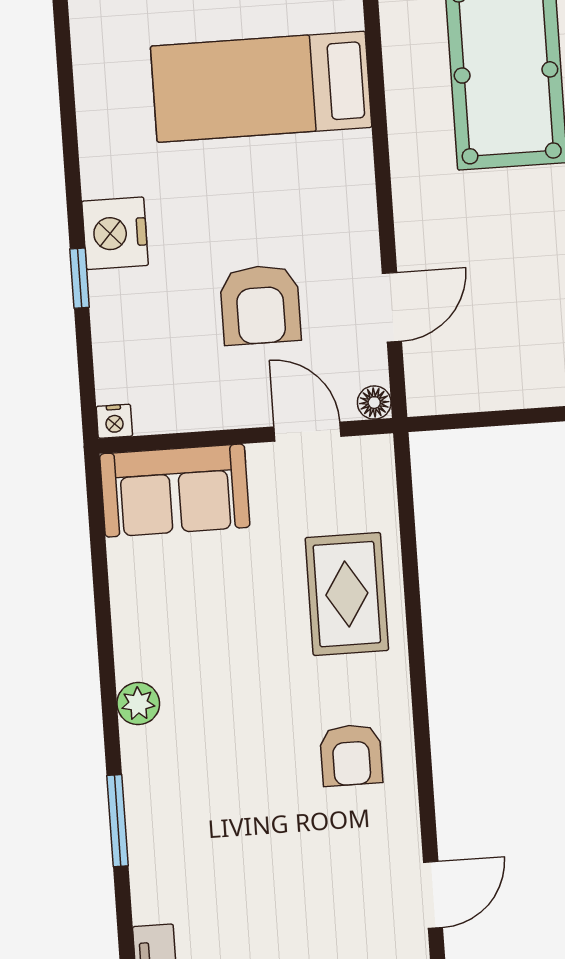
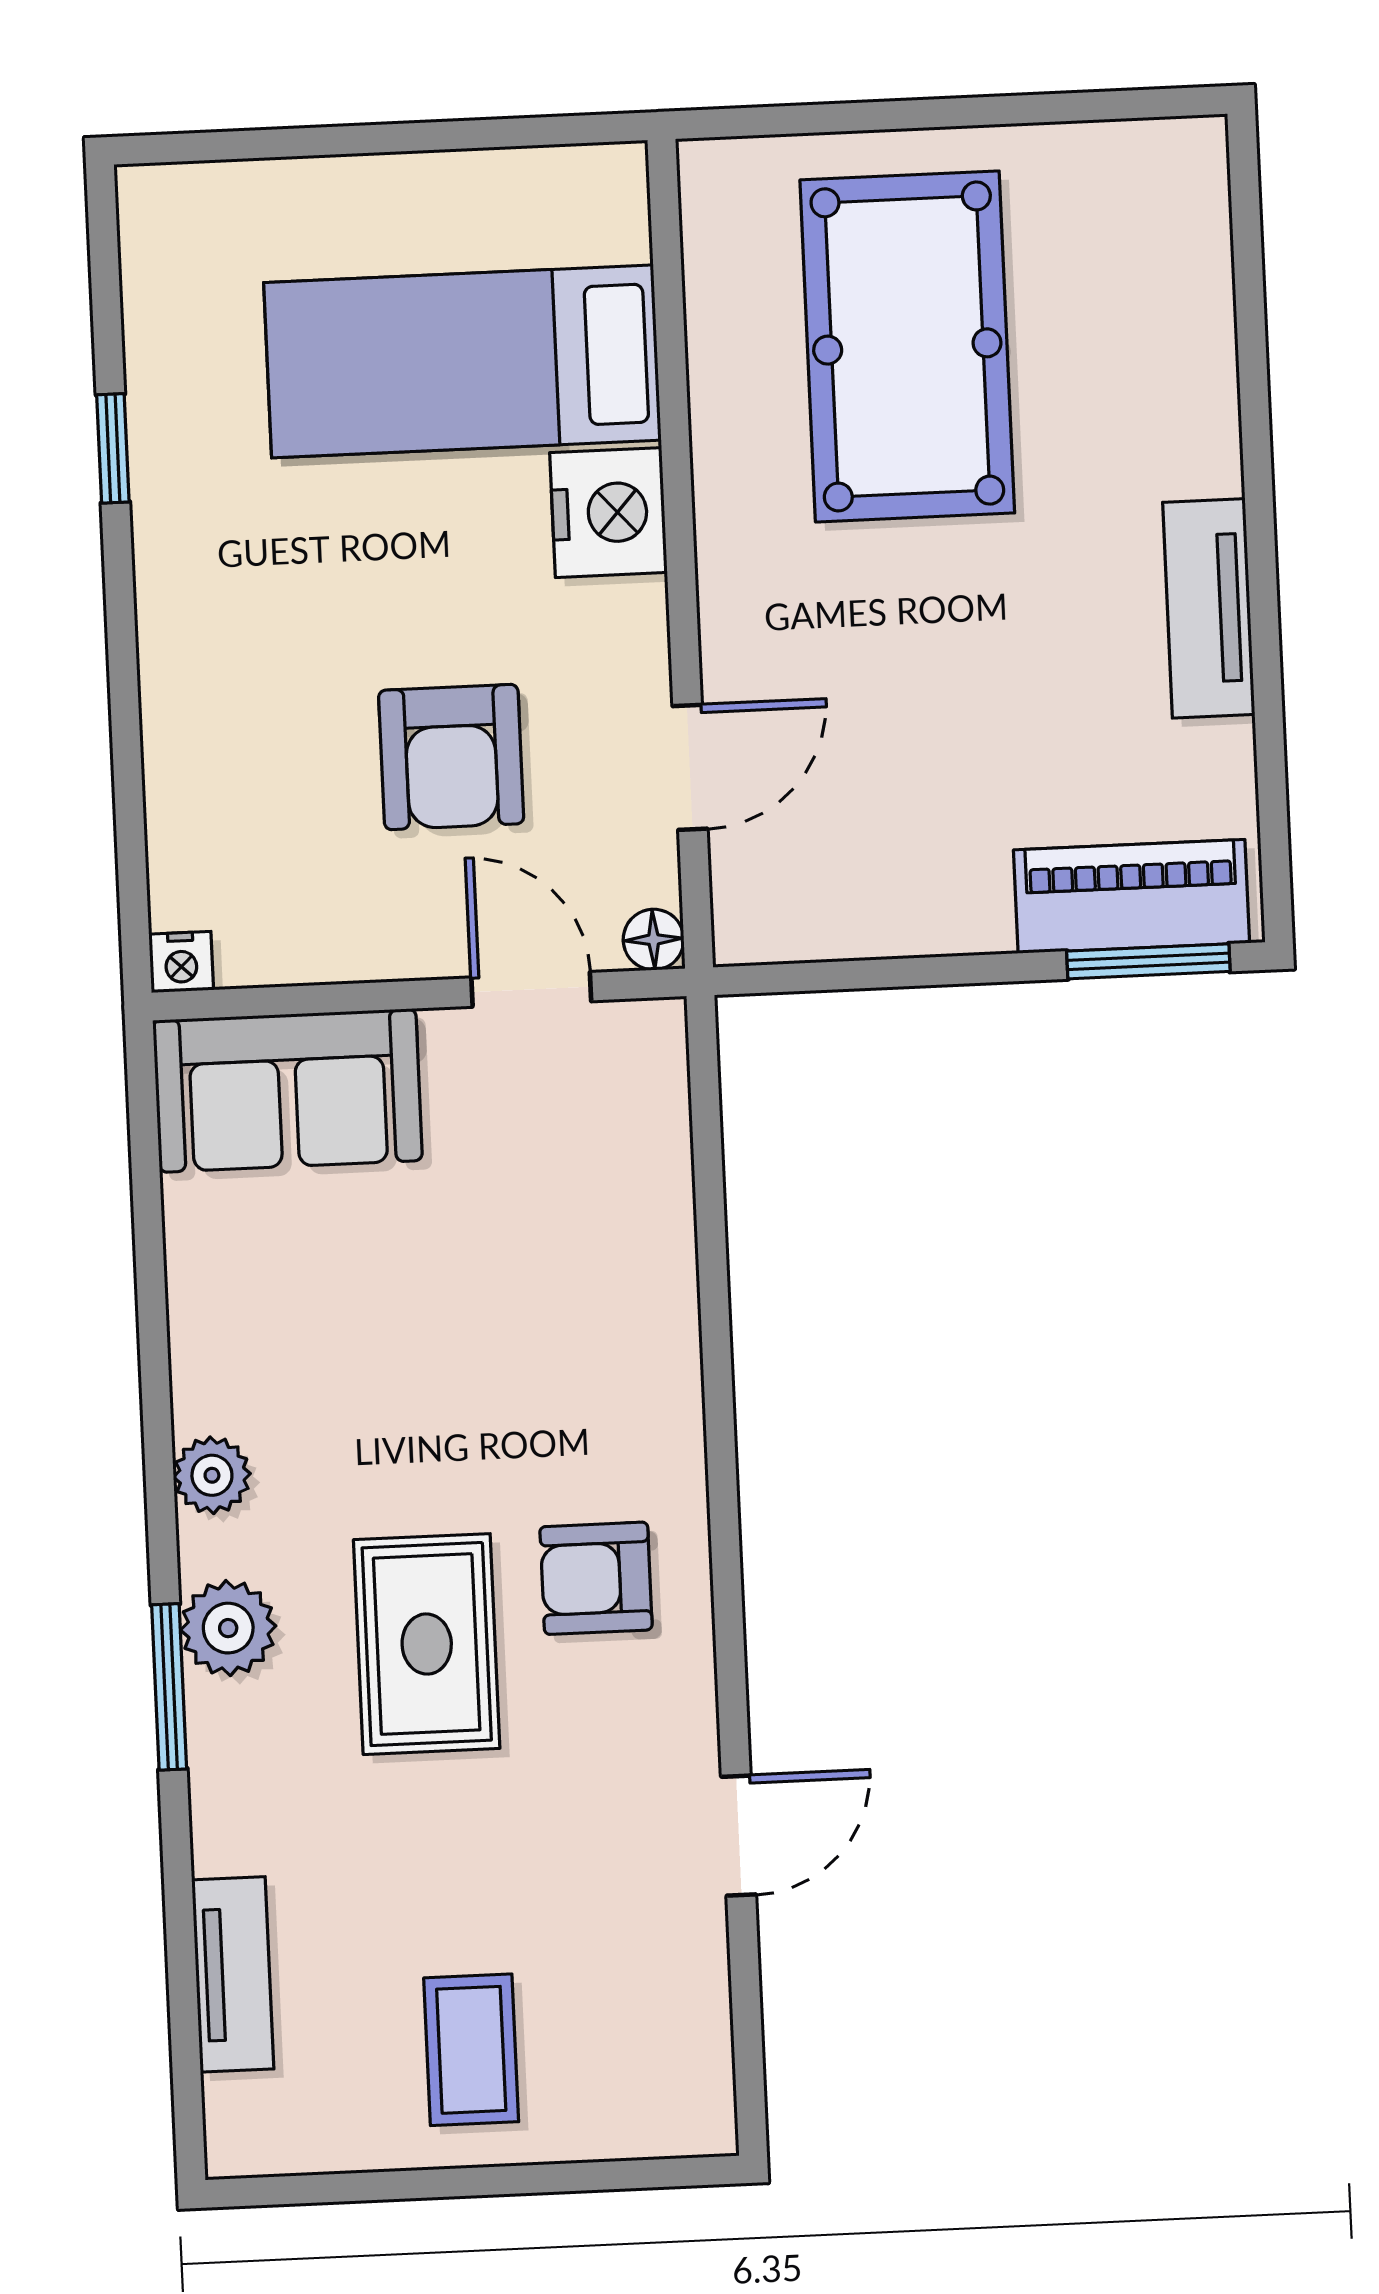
nightstand: (115, 233) -> (608, 513), moved, turned 180
window: (80, 278) -> (113, 448), moved
rug: (347, 594) -> (427, 1644), moved
armchair: (351, 755) -> (596, 1578), turned 90
plant: (149, 787) -> (228, 1628), added

